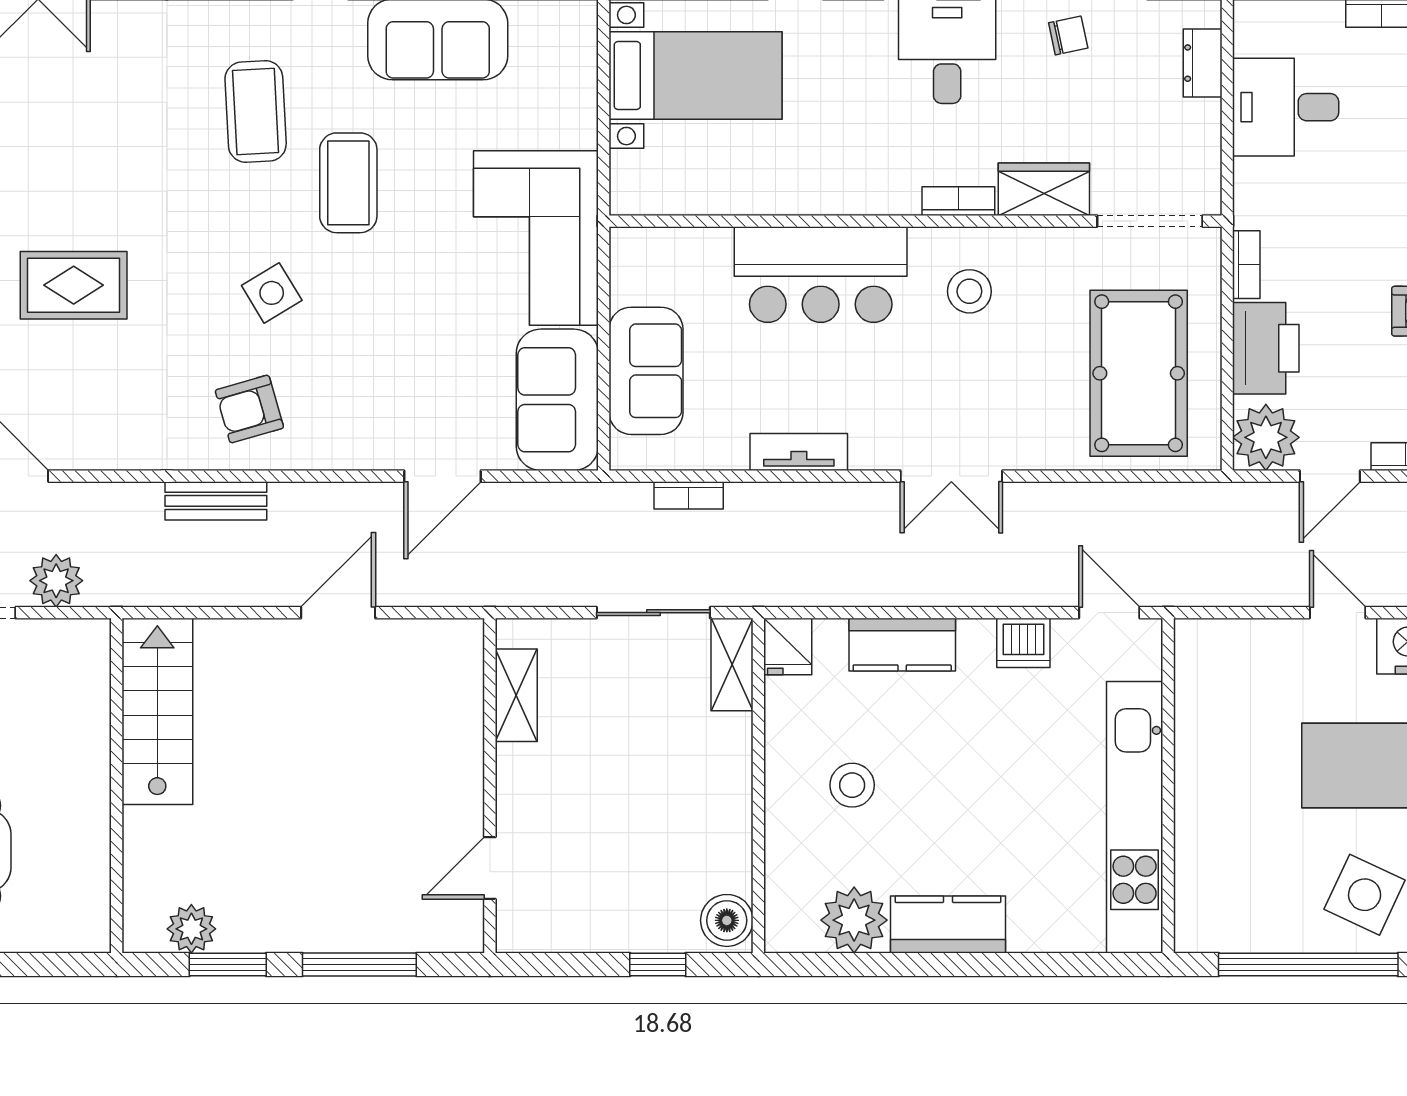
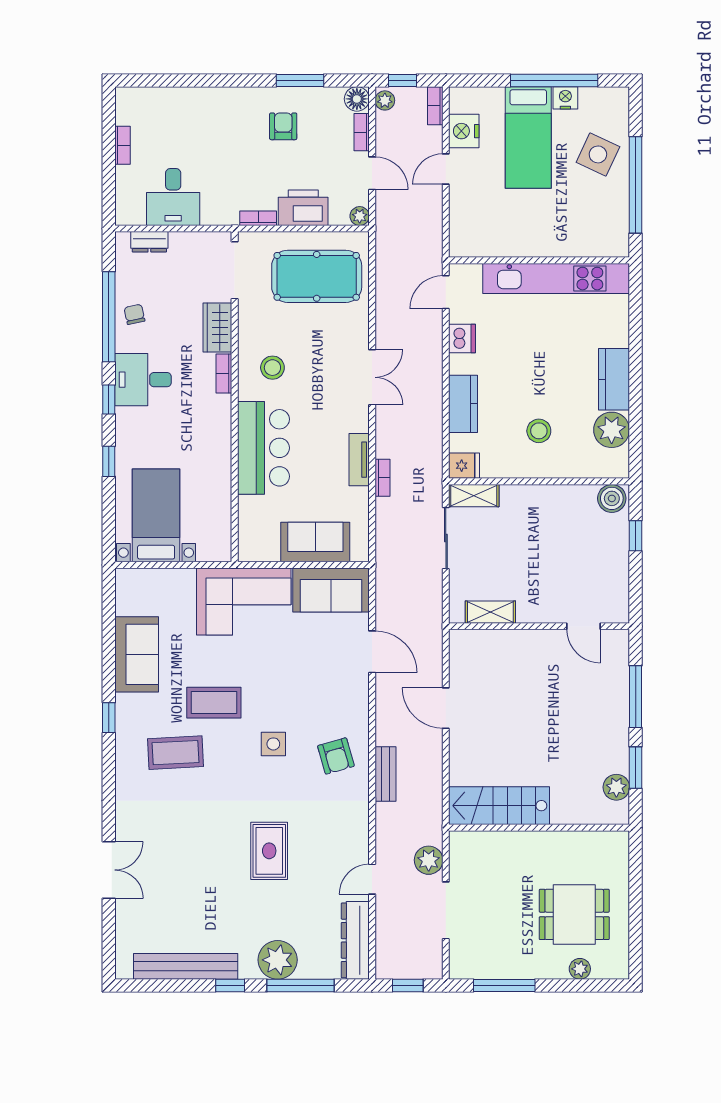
side table: (272, 293) -> (273, 744), turned 31
plant: (1266, 437) -> (360, 216), width x0.53, depth x0.53
bookcase: (689, 495) -> (383, 478), moved

